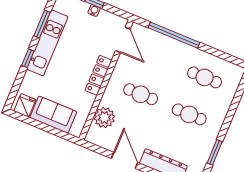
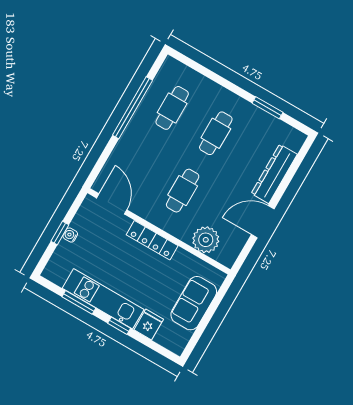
window: (174, 35) -> (133, 108), moved
door: (123, 40) -> (112, 204), hinge flipped
fridge: (25, 105) -> (149, 324), moved, turned 90

